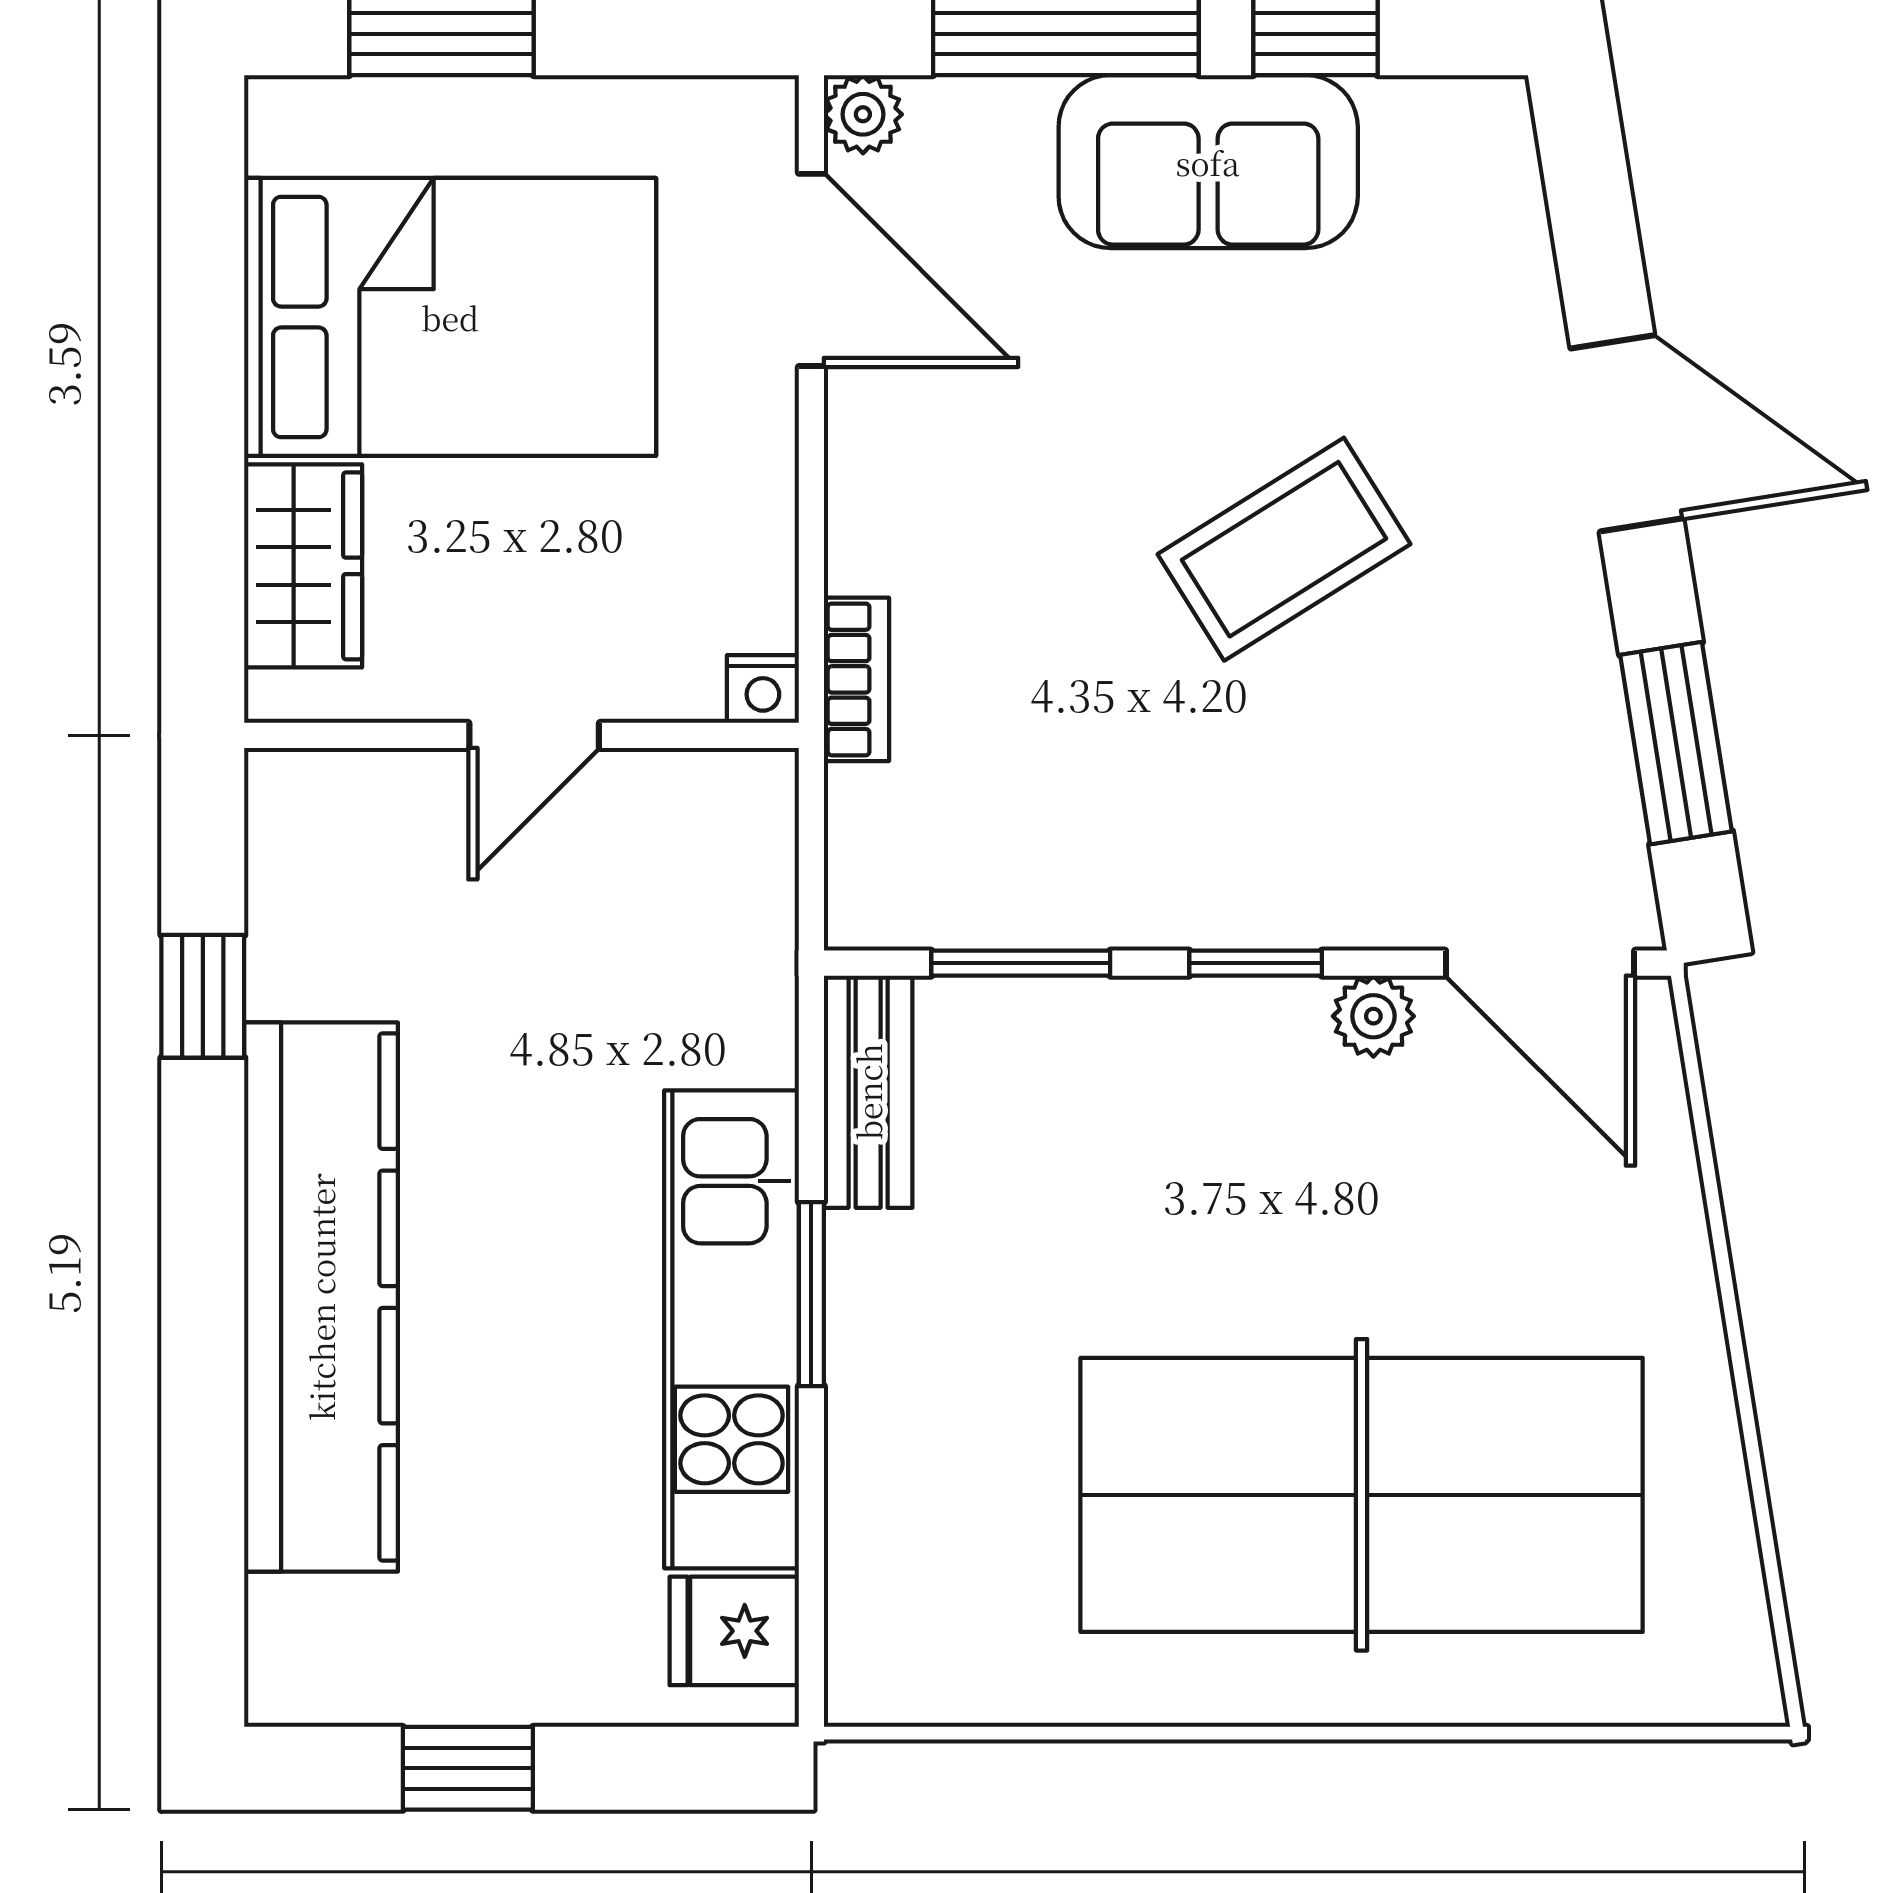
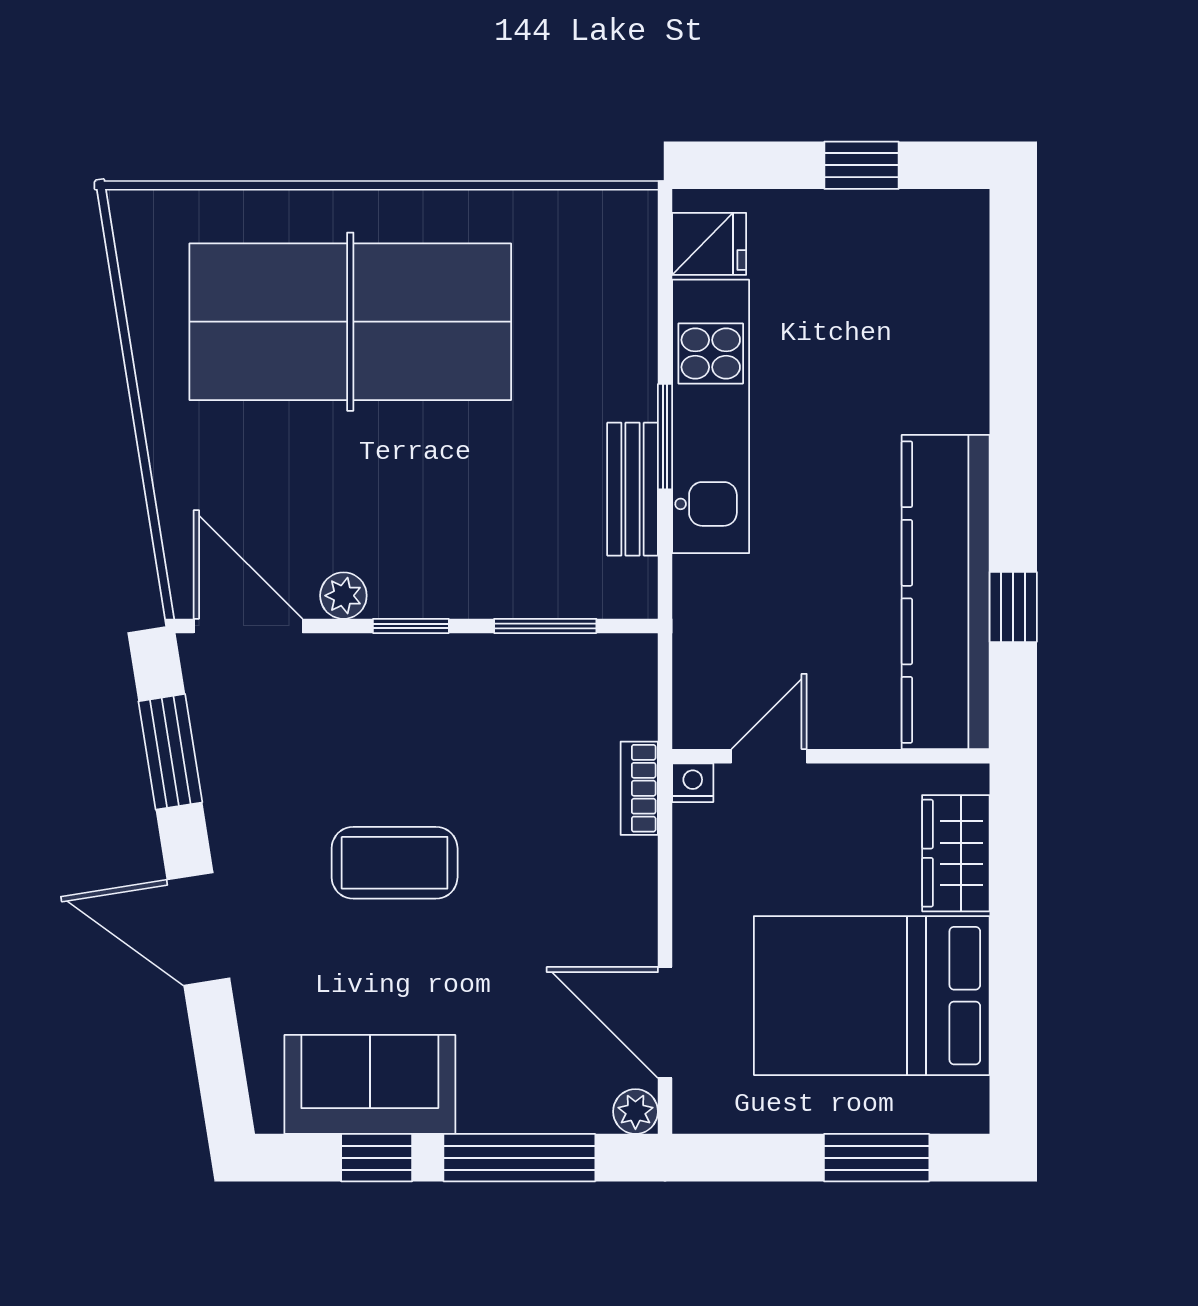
sofa: (1208, 162) -> (370, 1084), moved
coffee table: (1284, 549) -> (395, 863), turned 32
door: (534, 735) -> (769, 756), moved
bench: (868, 1092) -> (633, 489), moved
kitchen counter: (321, 1297) -> (946, 592), moved

